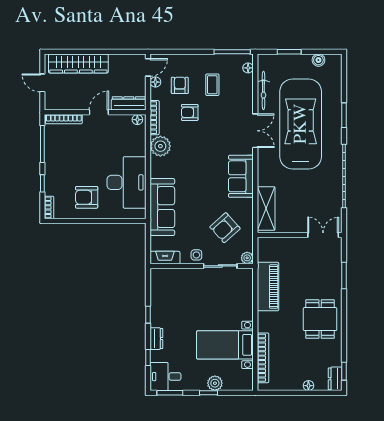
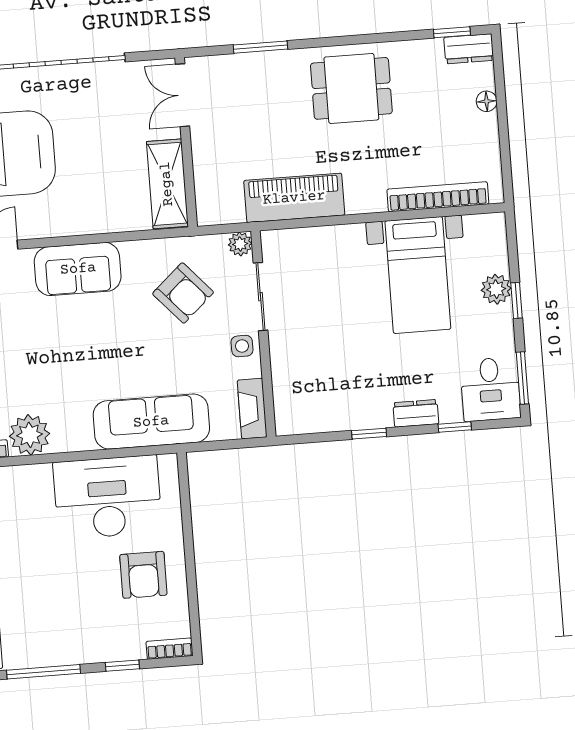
shelving: (266, 208) -> (167, 184), moved, turned 90

